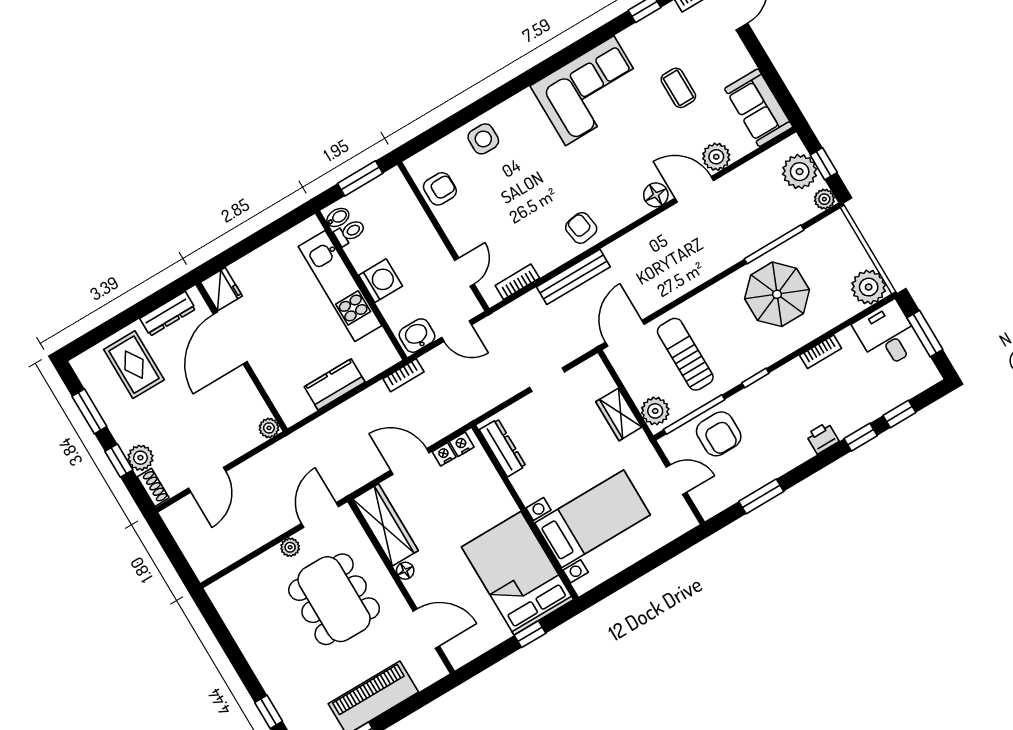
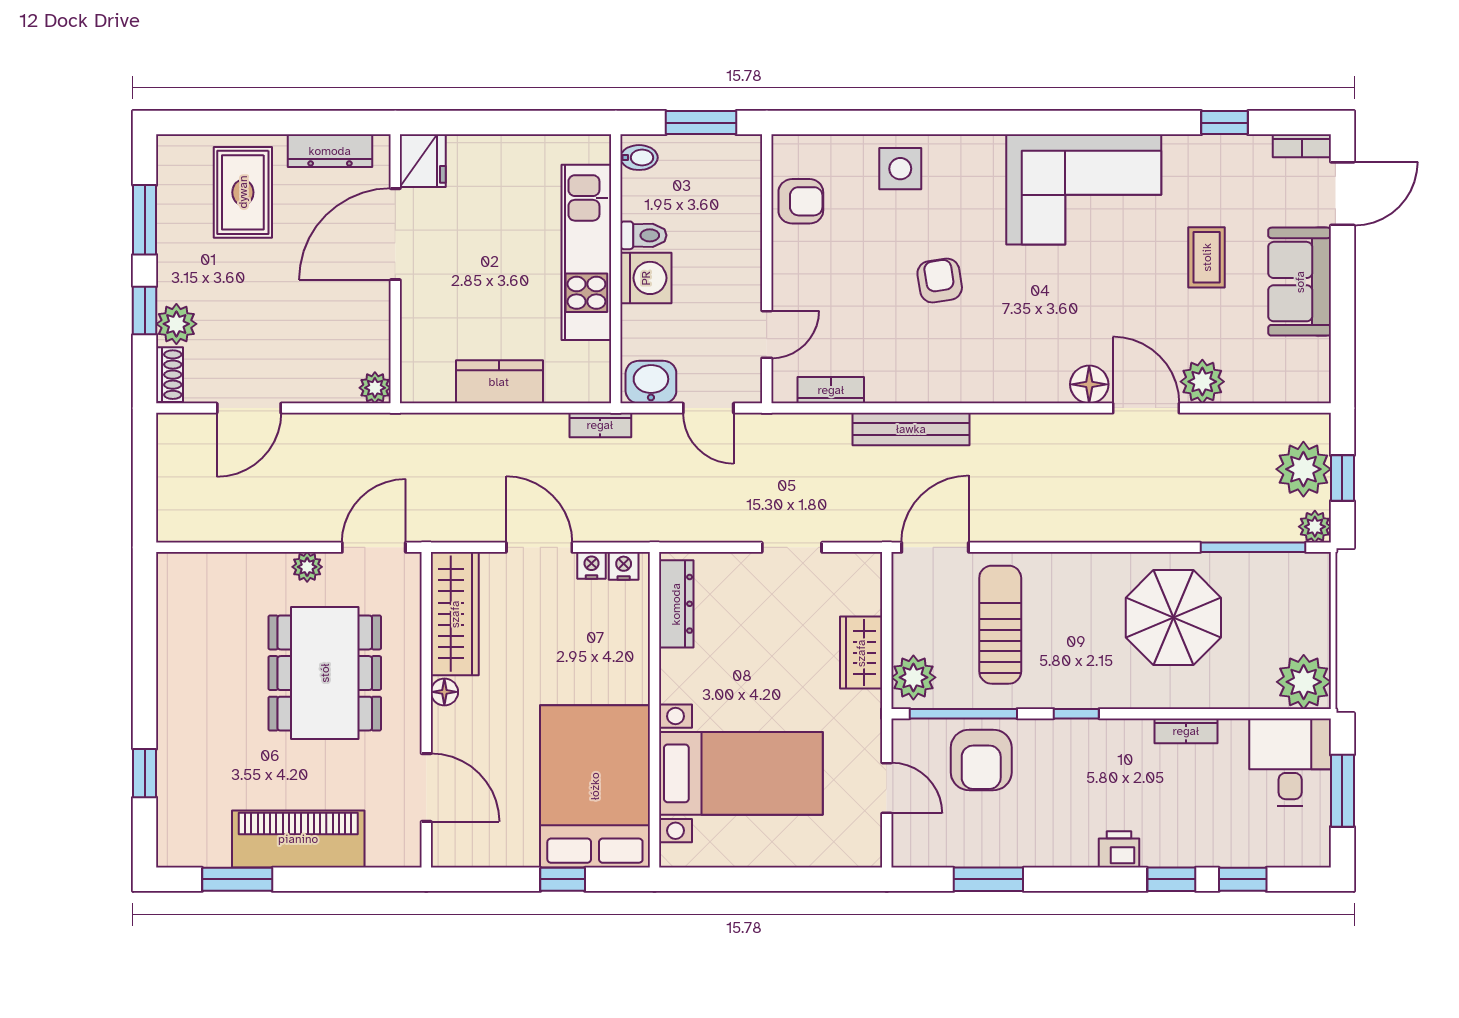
sofa: (759, 108) -> (1300, 282), moved
armchair: (581, 228) -> (940, 281), moved
toilet: (350, 232) -> (643, 235), moved
window: (774, 244) -> (1253, 547), moved

